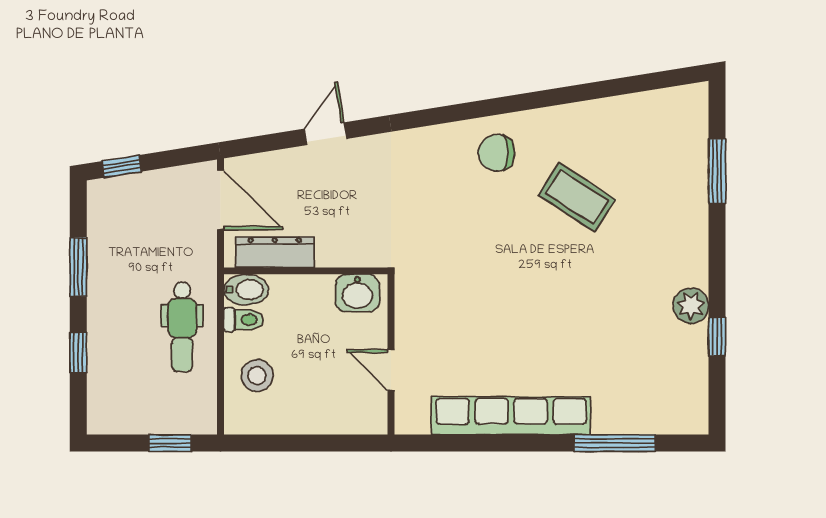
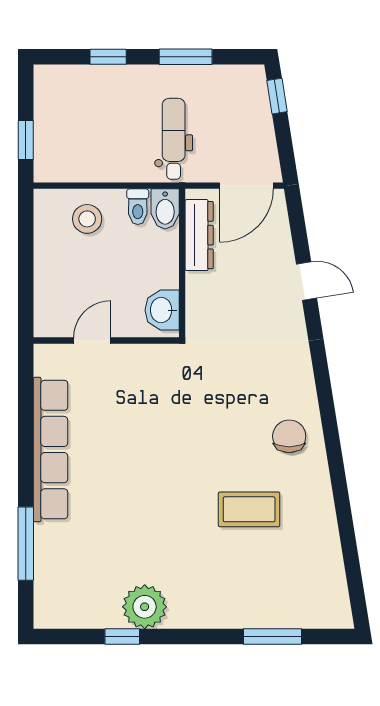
coffee table: (577, 197) -> (249, 509), turned 57
plant: (691, 306) -> (145, 607), width x1.36, depth x1.36
dental chair: (182, 327) -> (174, 139), moved, turned 90

